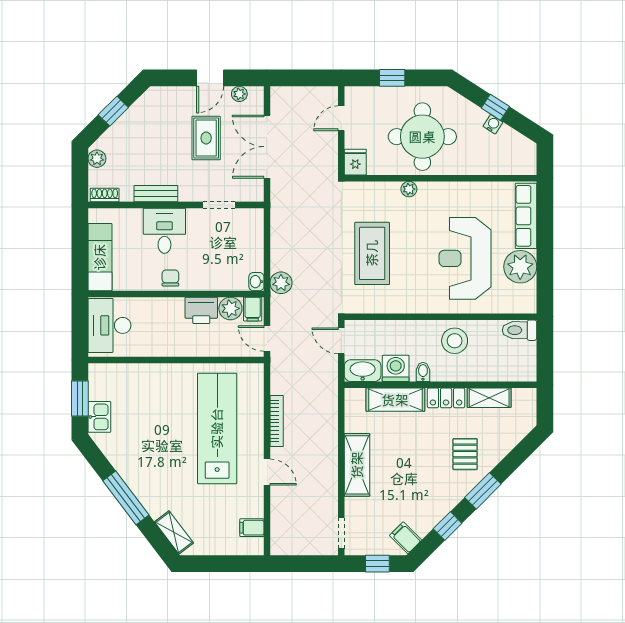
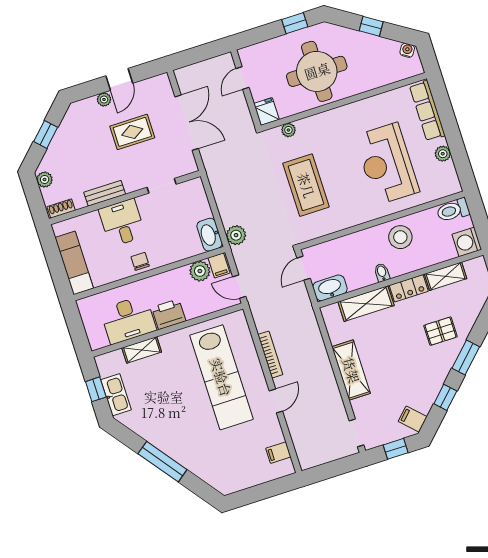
window: (392, 78) -> (295, 23), moved
plant: (239, 94) -> (104, 99), moved
water cooler: (493, 124) -> (407, 50), moved
rug: (206, 138) -> (132, 132), turned 90
double door: (267, 147) -> (187, 123), swing flipped
plant: (409, 189) -> (288, 130), moved
plant: (520, 267) -> (443, 154), width x0.53, depth x0.53
washbasin: (256, 282) -> (210, 235), width x1.91, depth x1.45
printer: (201, 310) -> (169, 314), moved, turned 180
desk: (109, 325) -> (128, 320), moved, turned -90
door: (341, 341) -> (304, 268), hinge flipped
washing machine: (396, 368) -> (467, 242), moved, turned -90
window: (80, 398) -> (96, 389), width x0.67
kitchen sink: (99, 417) -> (116, 395), width x1.38
lab bench: (217, 428) -> (221, 377), turned 180
pallet: (465, 454) -> (440, 331), turned 90
door: (267, 472) -> (276, 401), hinge flipped
shelving: (174, 532) -> (142, 350), moved, turned -53

